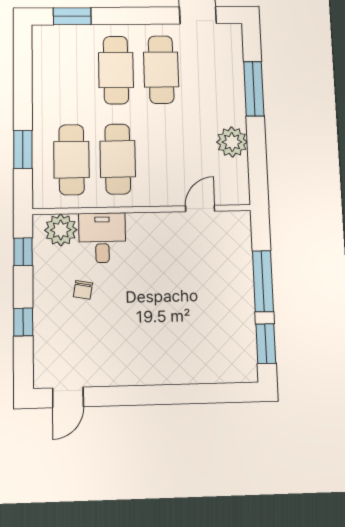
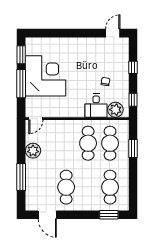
cafe table: (116, 70) -> (110, 187), moved
door: (200, 209) -> (36, 119), moved
corner desk: (212, 299) -> (46, 76), added

